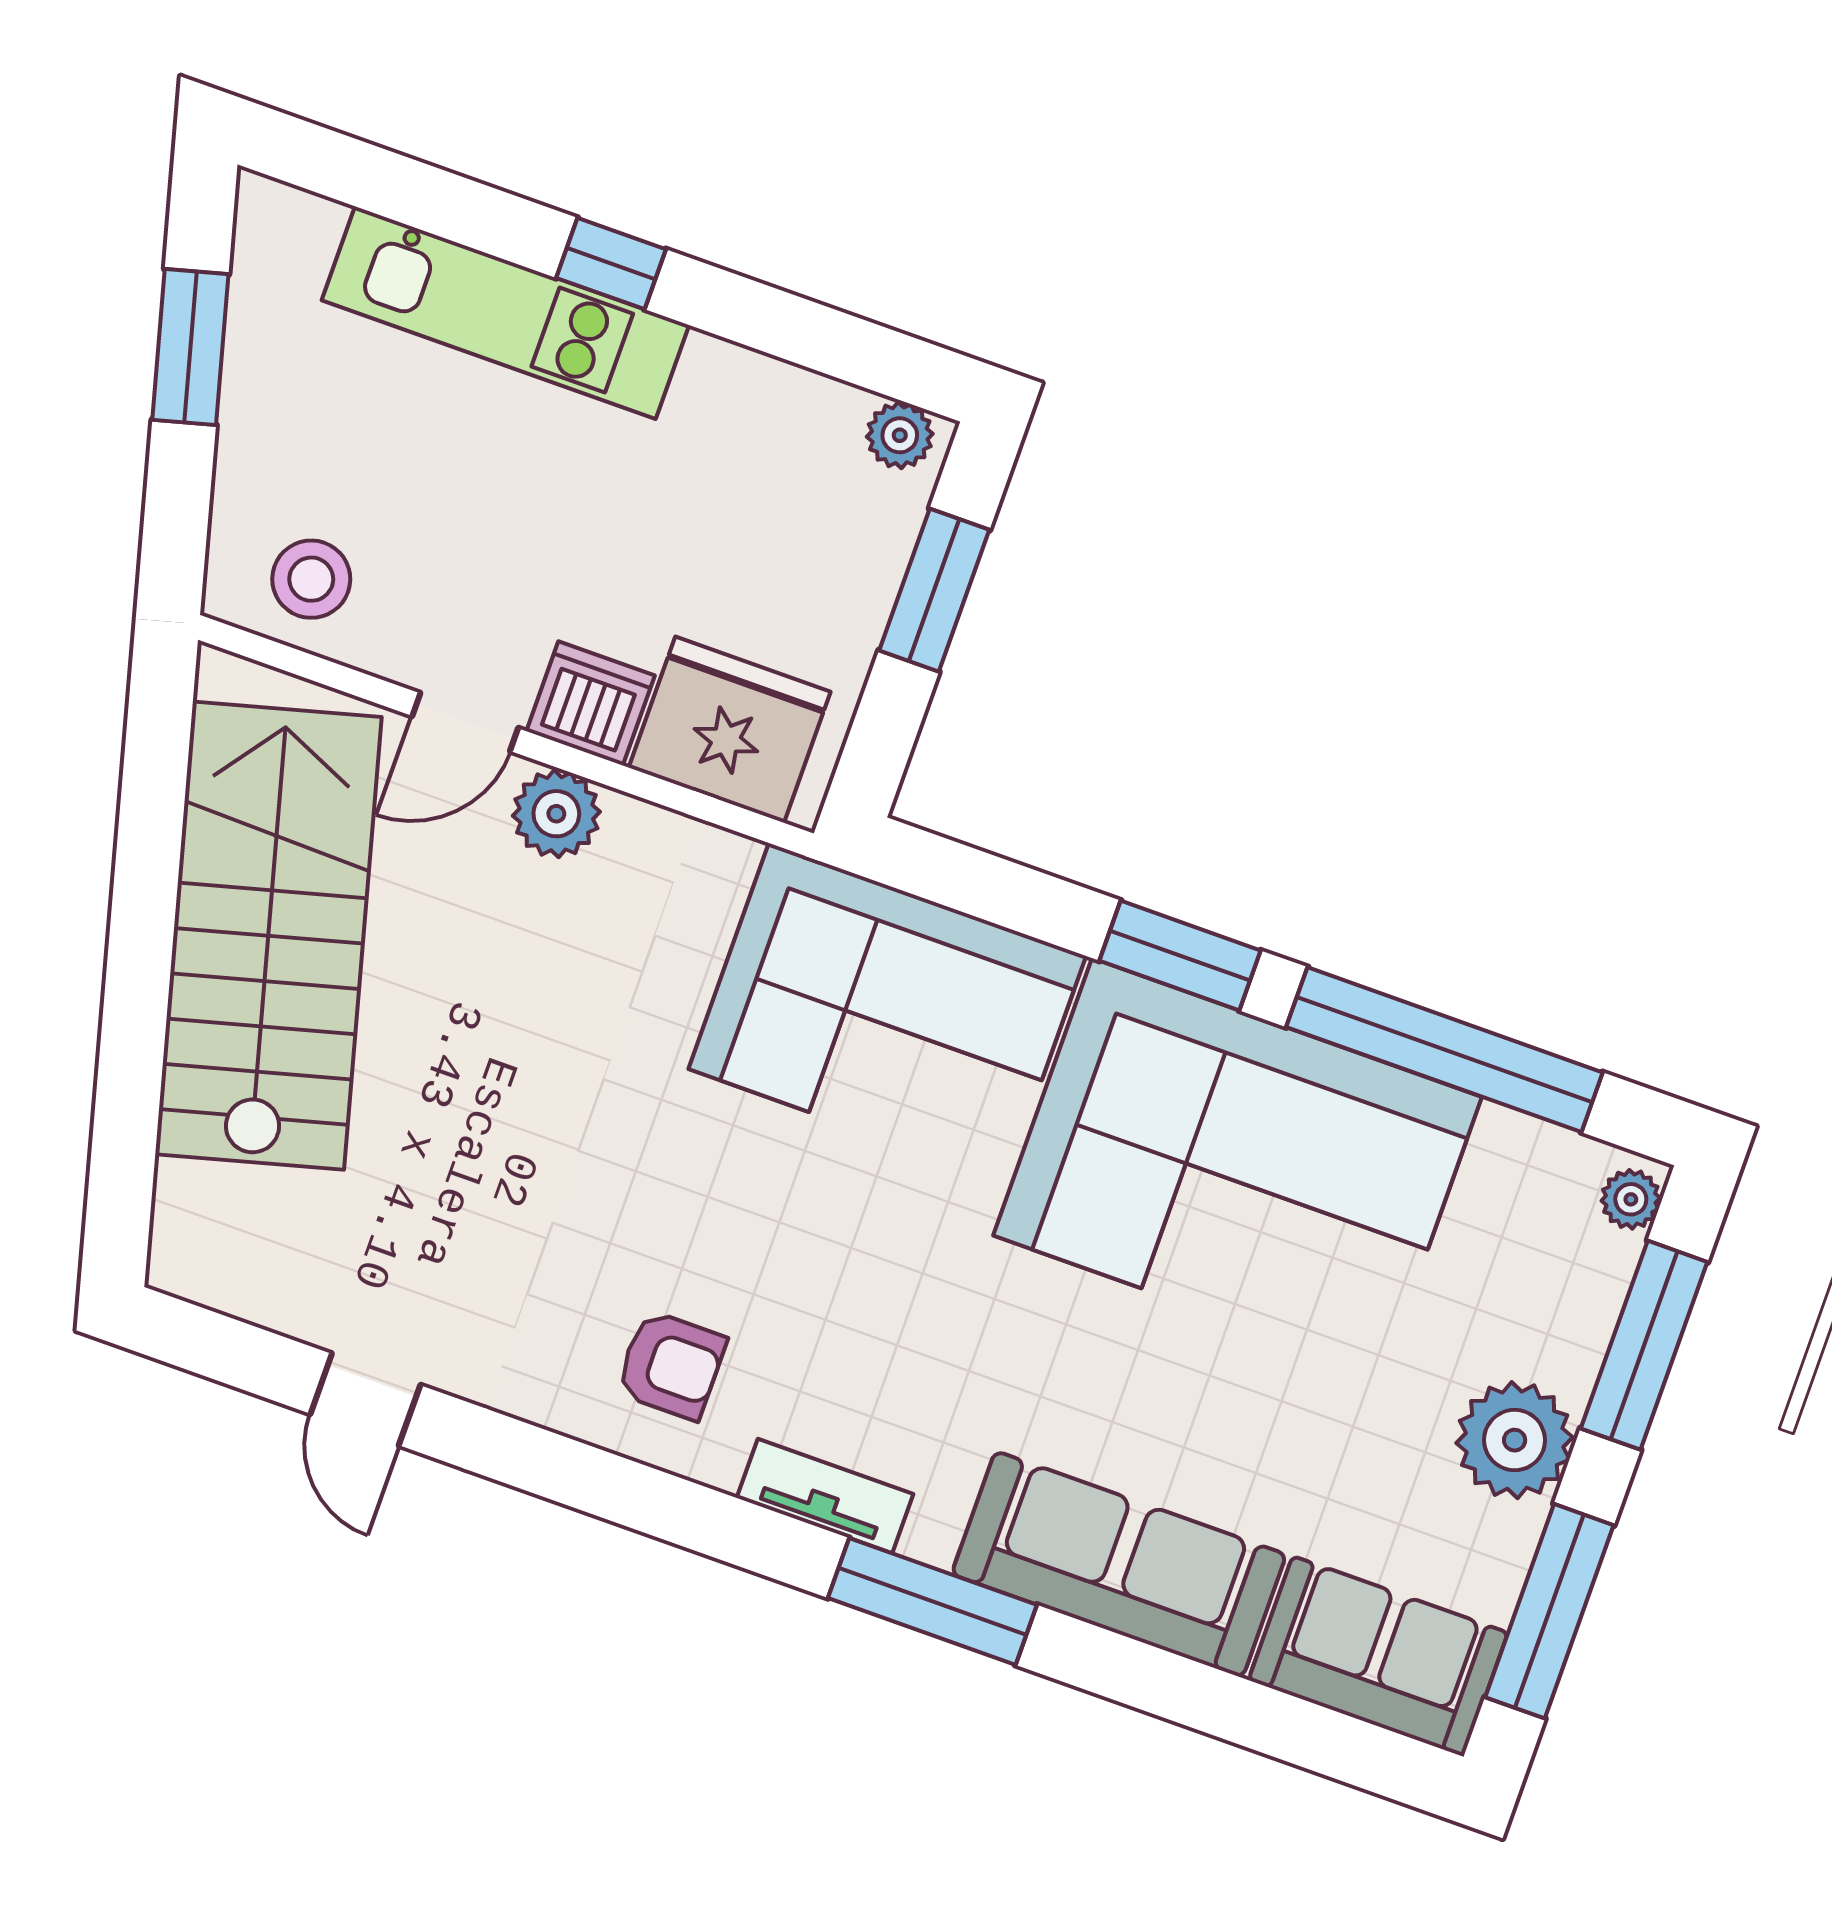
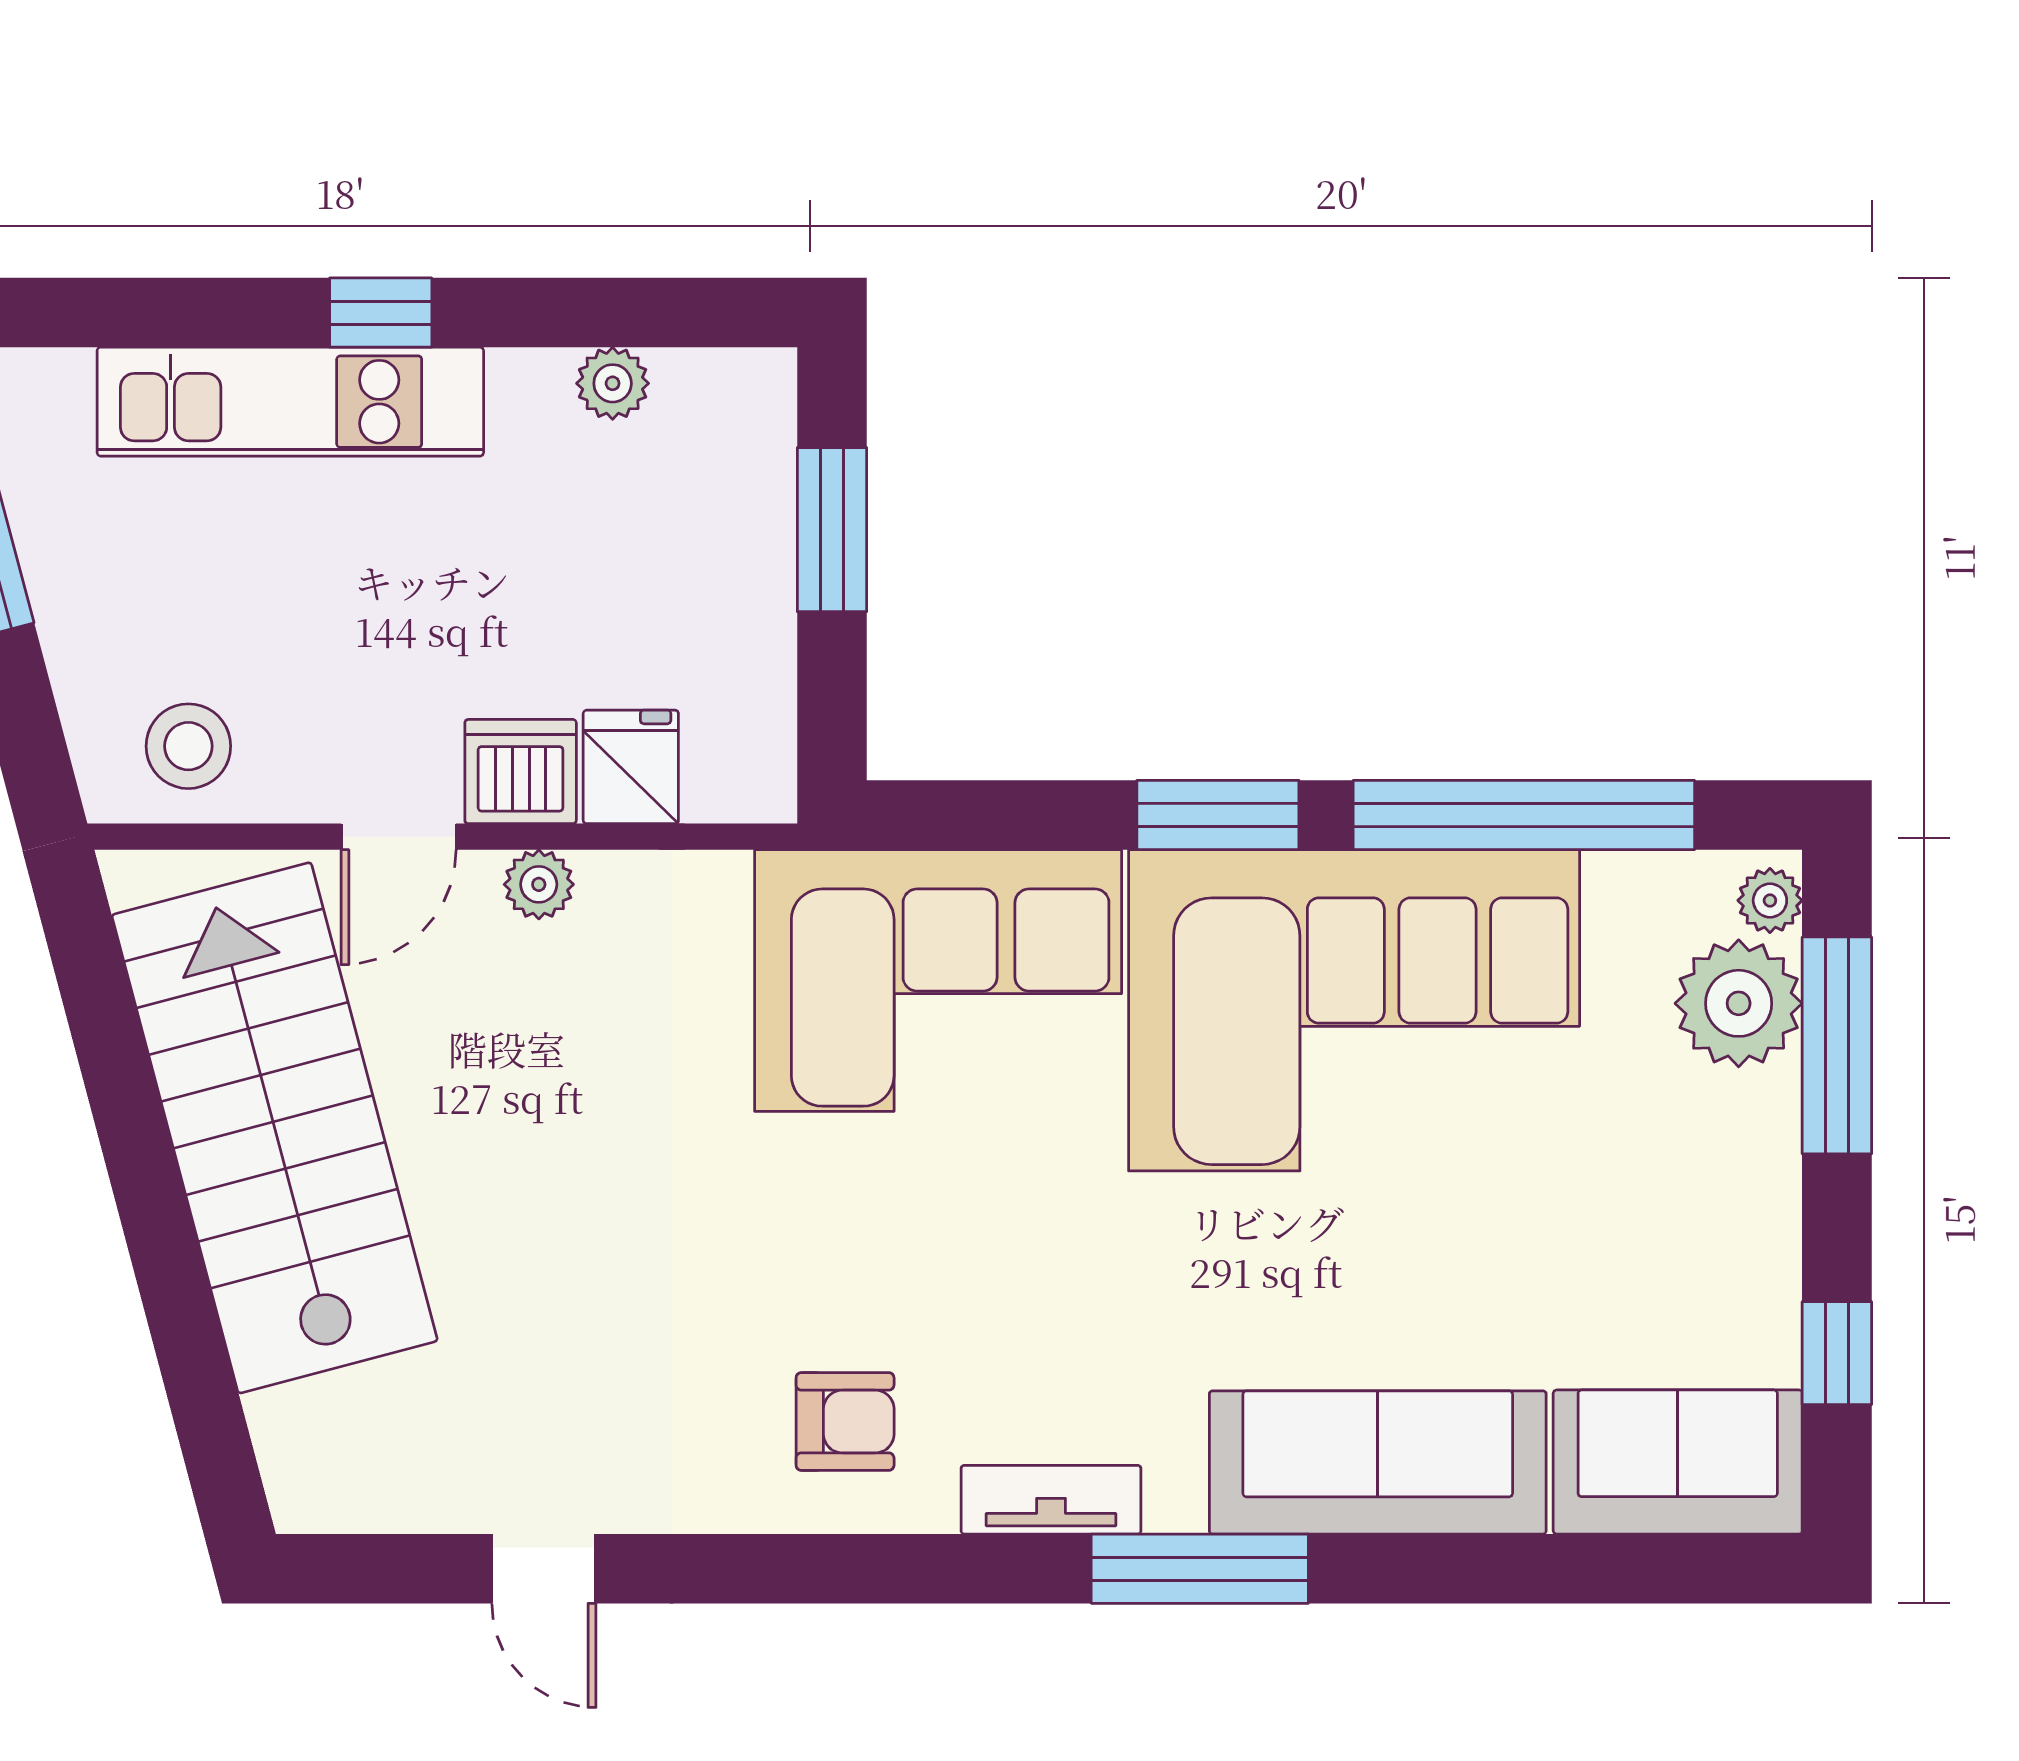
plant: (900, 435) -> (613, 383), moved
fridge: (730, 730) -> (631, 767), width x0.53, depth x0.75
plant: (556, 814) -> (539, 884), width x0.73, depth x0.73
plant: (1515, 1440) -> (1739, 1003), moved
window: (1549, 1611) -> (1837, 1353), width x0.46

